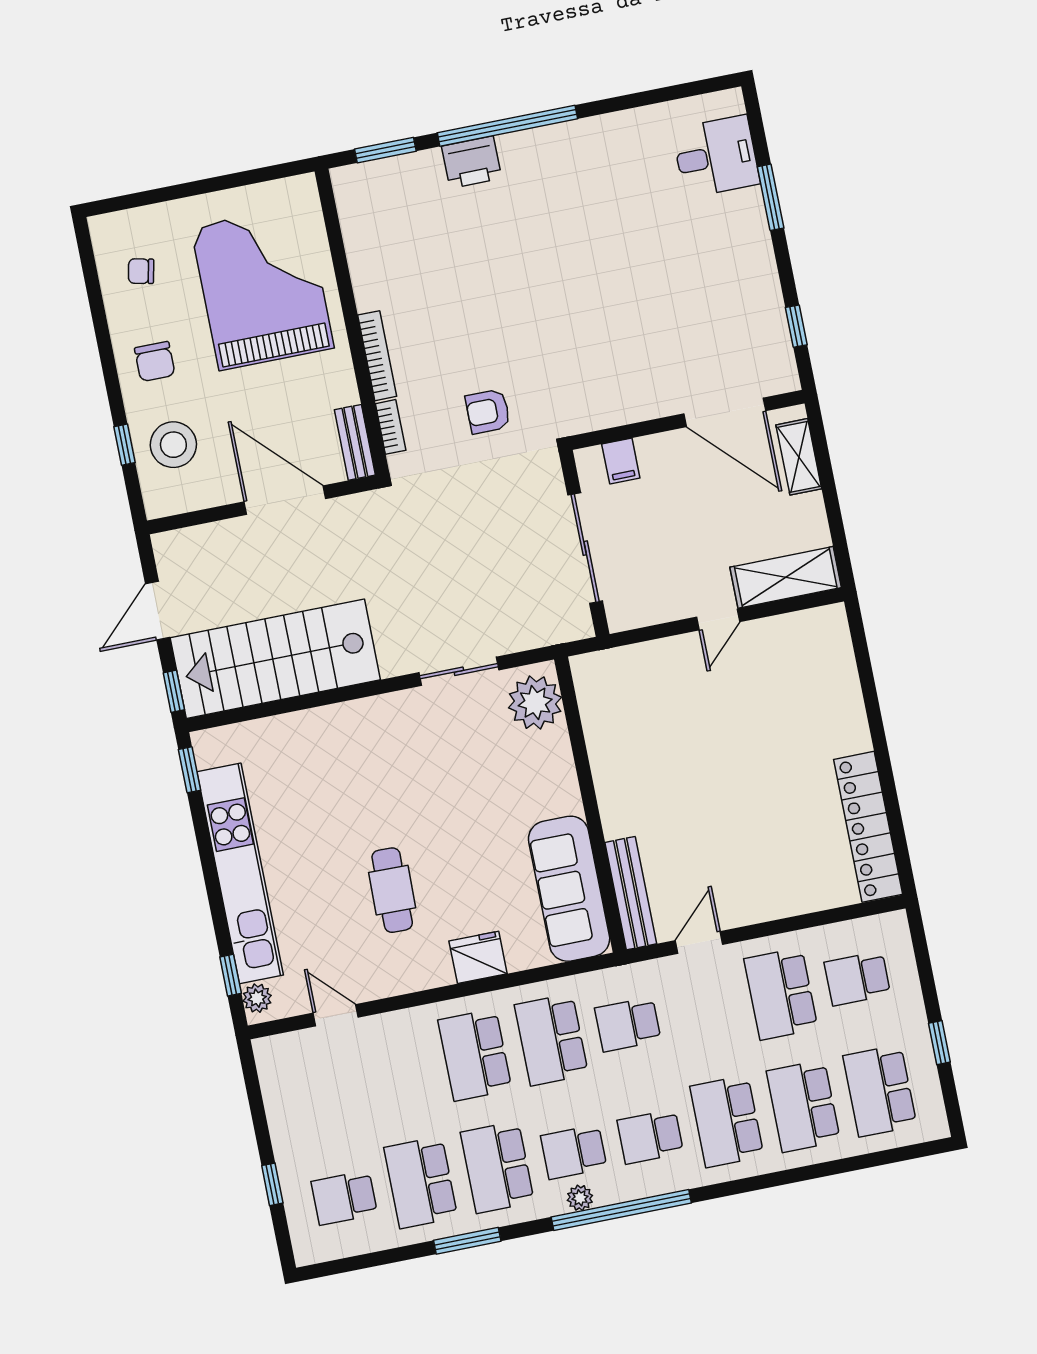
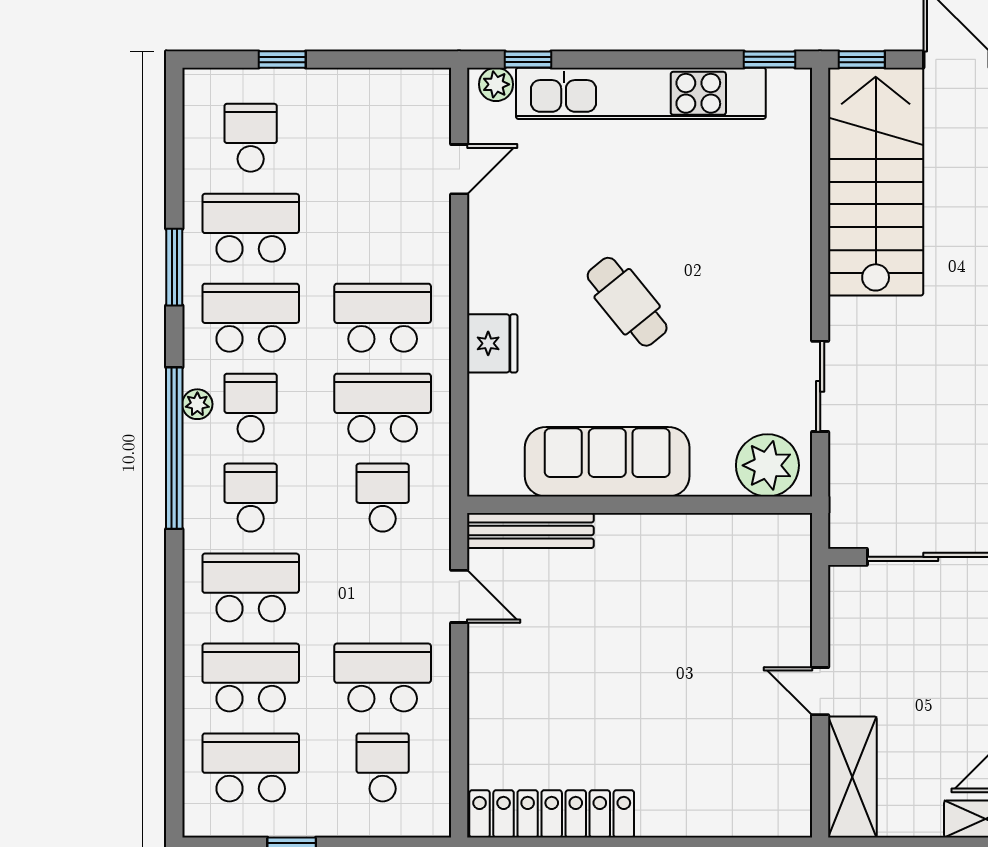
sofa: (569, 889) -> (607, 462), moved
cafe table: (392, 890) -> (627, 302), moved, turned 50

